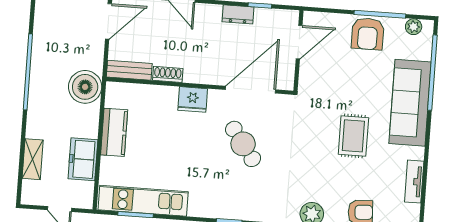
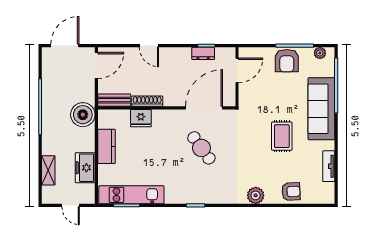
dresser: (238, 14) -> (203, 53), moved
shoe rack: (168, 74) -> (147, 101), width x1.43
fridge: (193, 99) -> (141, 118), moved

